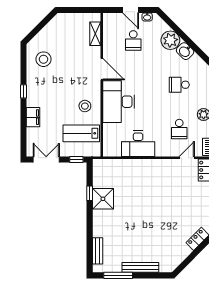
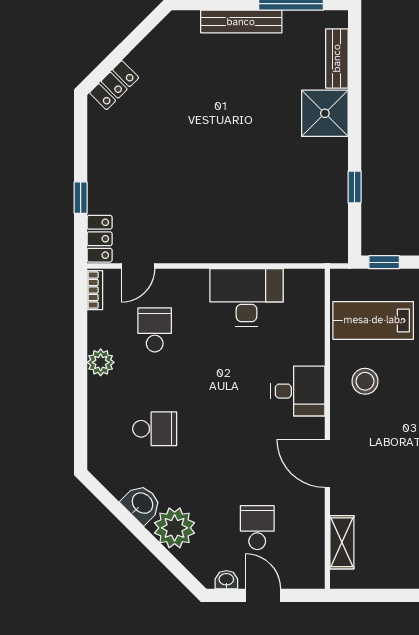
desk: (119, 102) -> (298, 391), width x0.53, depth x0.77
lab bench: (81, 133) -> (373, 320), turned 180
shower: (103, 199) -> (325, 113), moved

